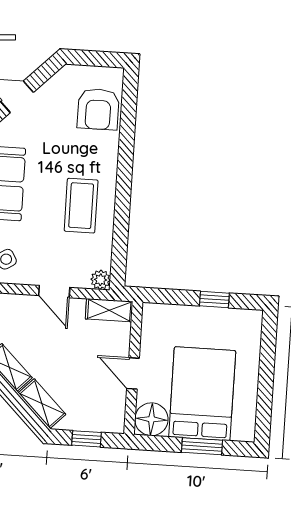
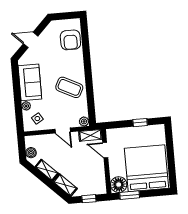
coffee table: (81, 206) -> (69, 87), turned -63
door: (133, 373) -> (105, 150), moved
bed: (202, 394) -> (146, 168), width x1.36
window: (202, 446) -> (130, 195), moved

